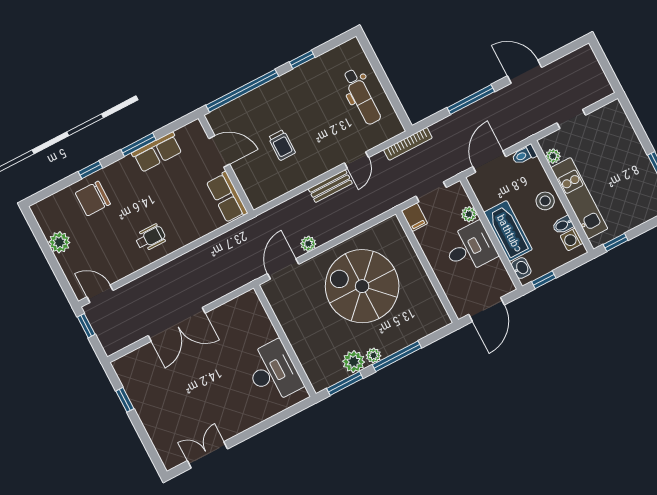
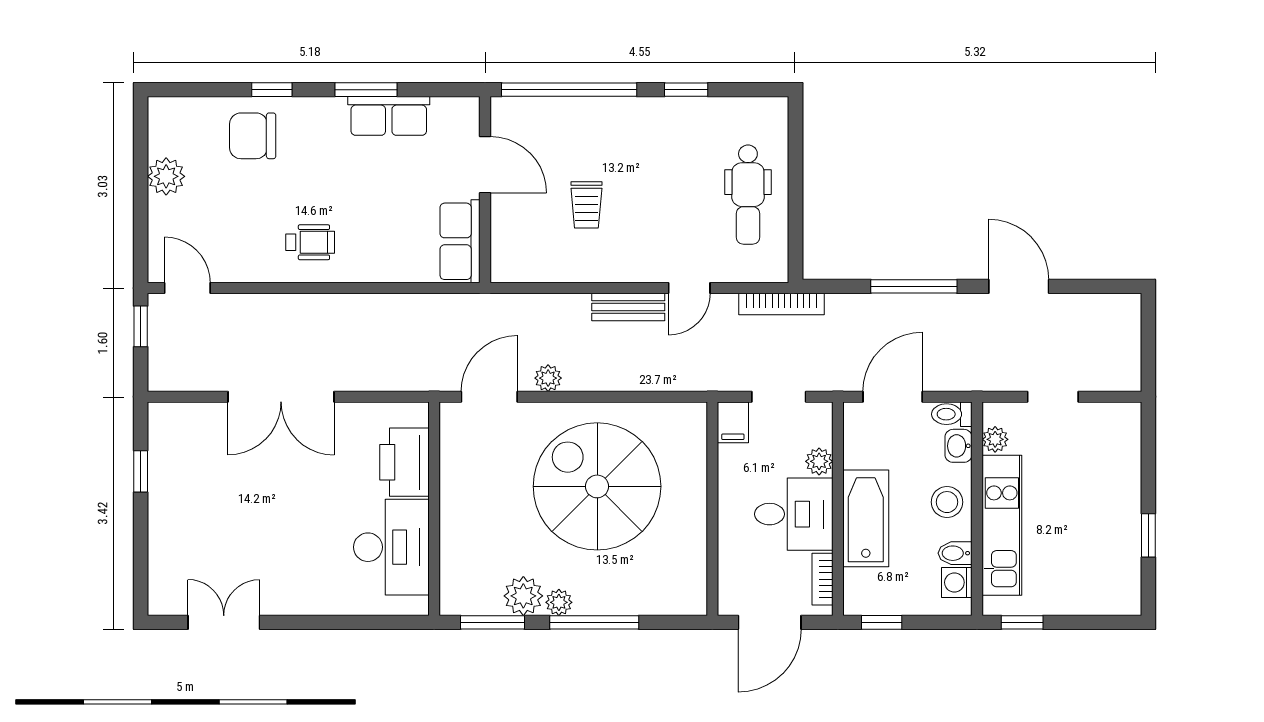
washbasin: (521, 268) -> (958, 446), moved, turned 180
bookcase: (502, 273) -> (822, 579), added
printer: (257, 325) -> (404, 462), added

